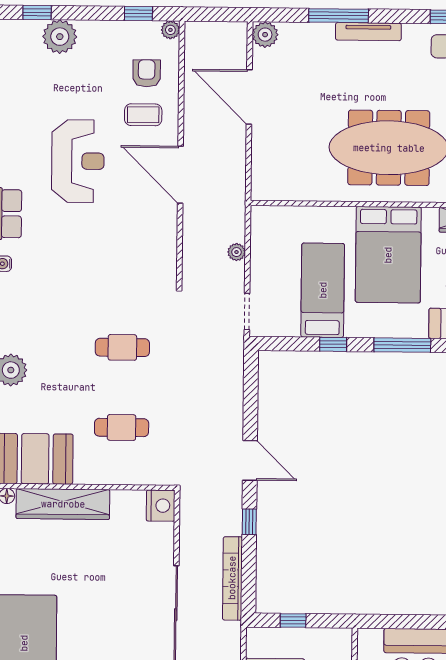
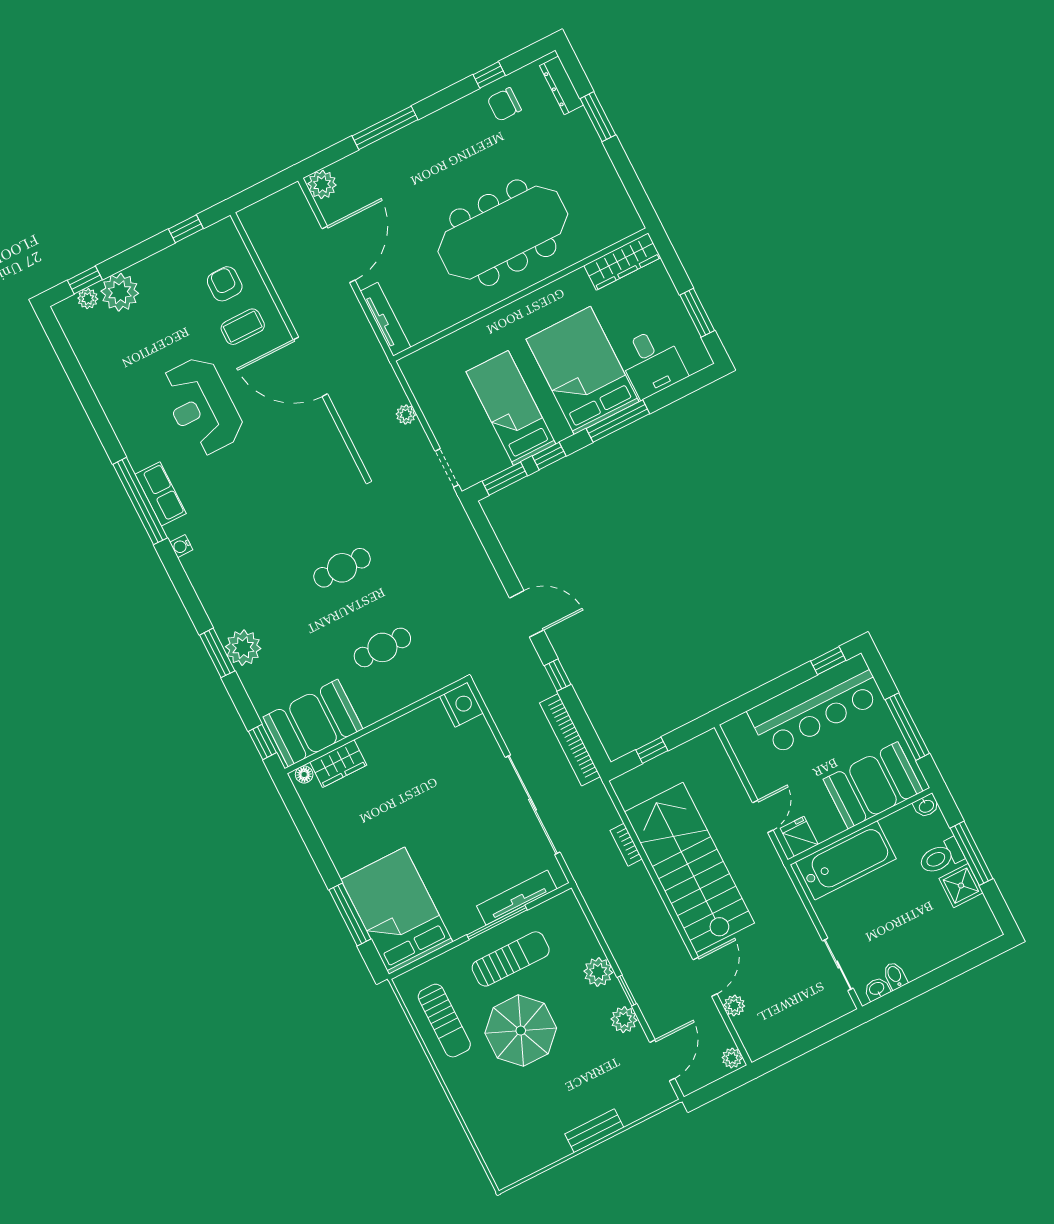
plant: (170, 30) -> (88, 299), moved
tv unit: (368, 32) -> (385, 319), moved, turned -90
door: (249, 97) -> (339, 254), swing flipped
reception desk: (78, 161) -> (202, 406), turned 180
bed: (388, 255) -> (582, 370), moved, turned 180
window: (289, 344) -> (505, 479), added
wardrobe: (63, 504) -> (338, 764), width x0.48, depth x0.85

